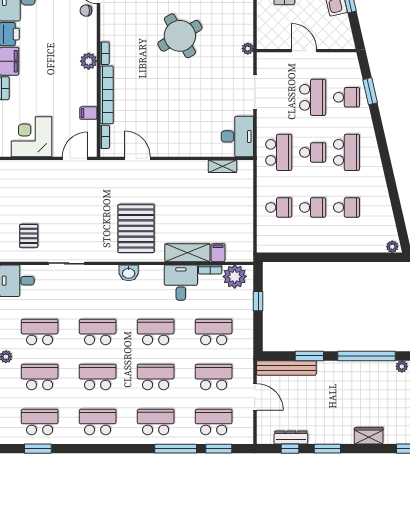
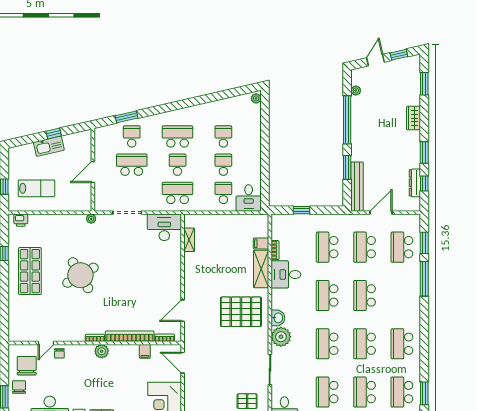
desk: (273, 238) -> (249, 198), added
plant: (235, 277) -> (281, 337), moved
school desk: (156, 422) -> (402, 295), removed

